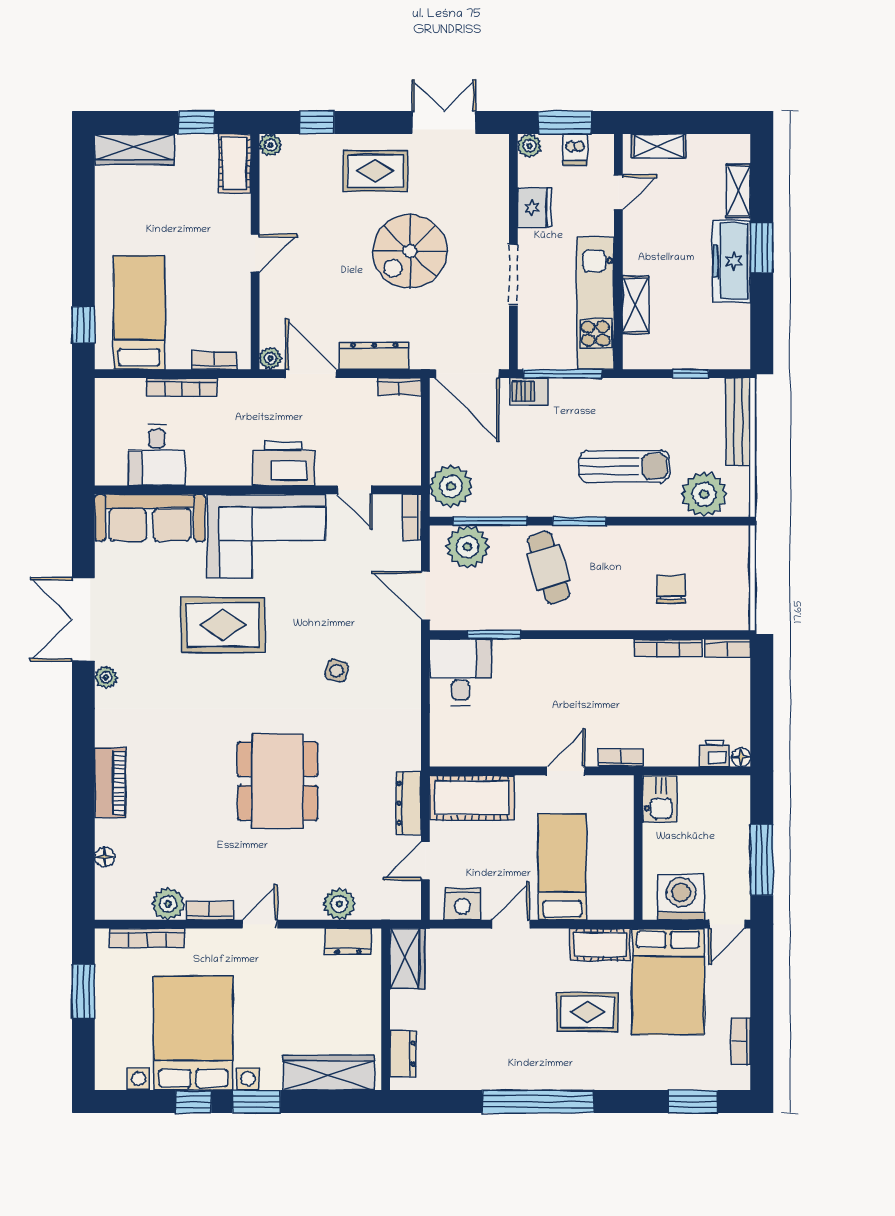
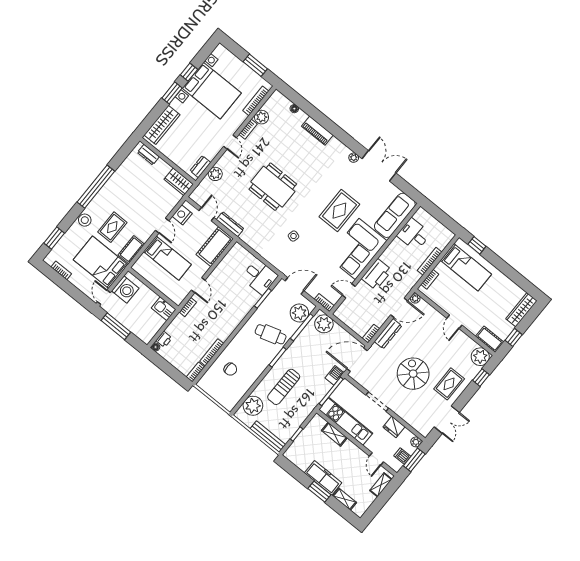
plant: (270, 145) -> (480, 357), width x1.88, depth x1.88
stool: (615, 1073) -> (85, 220), added

